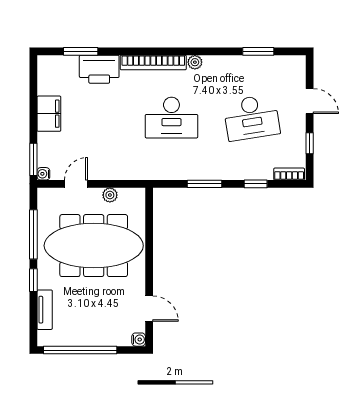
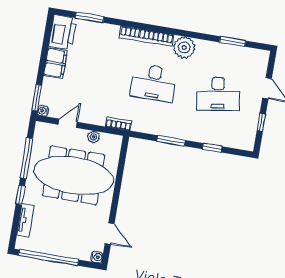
plant: (195, 62) -> (184, 47), width x1.87, depth x1.87
printer: (99, 69) -> (63, 32), moved, turned -90
bookcase: (289, 174) -> (119, 124), moved

